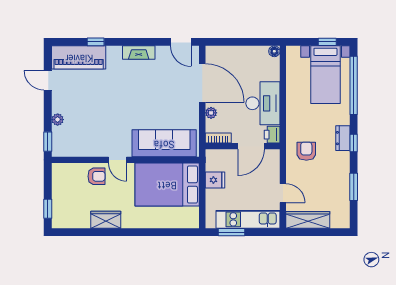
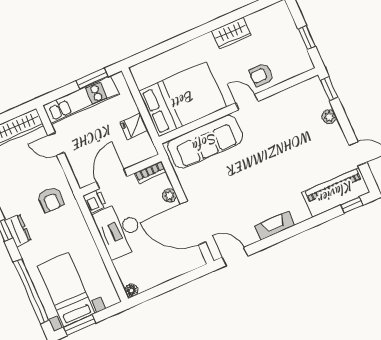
window: (96, 42) -> (352, 205), moved
window: (327, 42) -> (80, 325), width x1.50
window: (48, 209) -> (307, 37), moved

